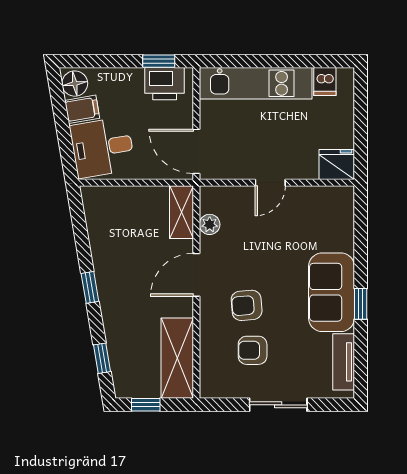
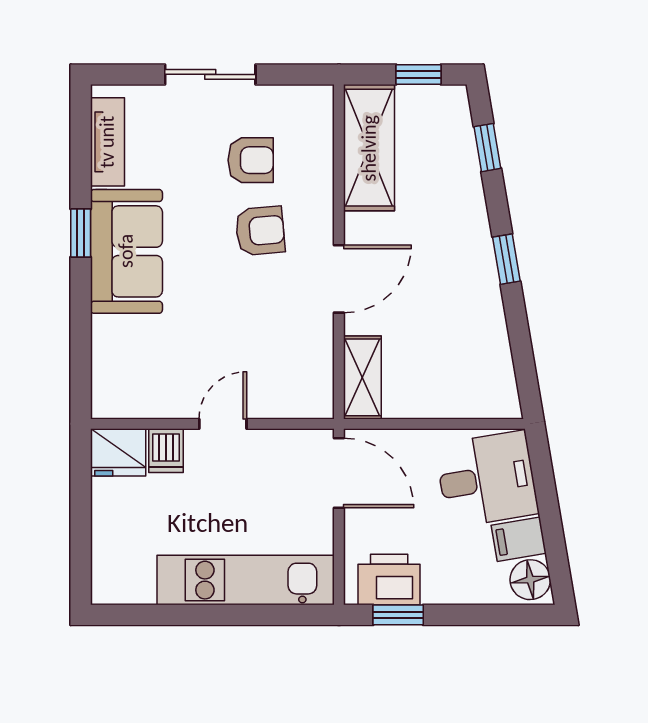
dishwasher: (325, 82) -> (166, 451), moved, turned 180
plant: (210, 224) -> (318, 358), removed

